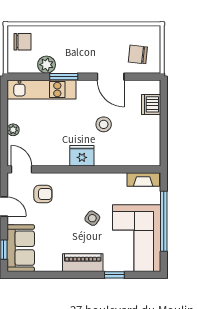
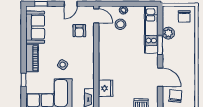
door: (111, 77) -> (160, 77), swing flipped
stool: (104, 124) -> (120, 24), moved
fridge: (82, 156) -> (106, 88), moved
door: (21, 169) -> (96, 16), hinge flipped
sofa: (21, 248) -> (35, 27), moved, turned -90

